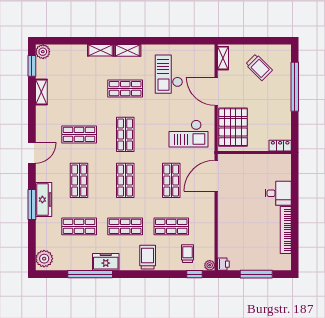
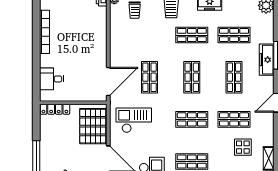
display table: (70, 104) -> (243, 147), added
shop shelf: (125, 134) -> (192, 119), turned 90
locker: (280, 146) -> (55, 109), width x1.53
desk: (278, 193) -> (52, 79), moved
shop shelf: (171, 226) -> (150, 35), removed

